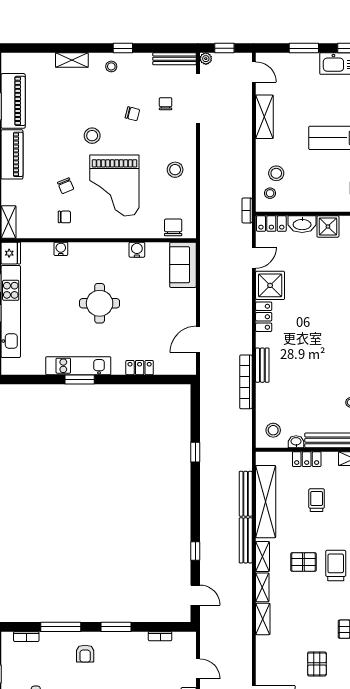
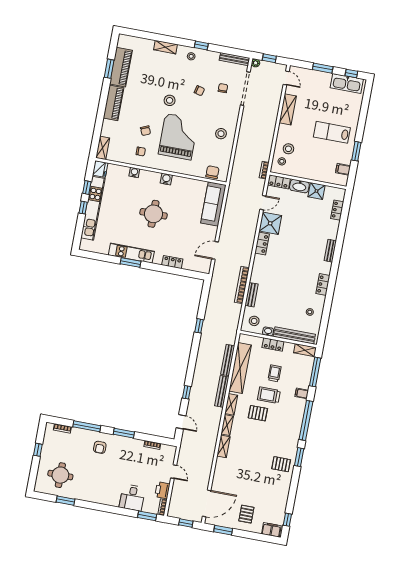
grand piano: (114, 185) -> (178, 137), turned 180
water cooler: (137, 250) -> (166, 179), moved
sofa: (183, 265) -> (213, 204), width x1.36
bench: (262, 365) -> (251, 295), moved
trolley: (336, 566) -> (269, 395), moved, turned -90
pallet: (317, 664) -> (254, 483), removed

